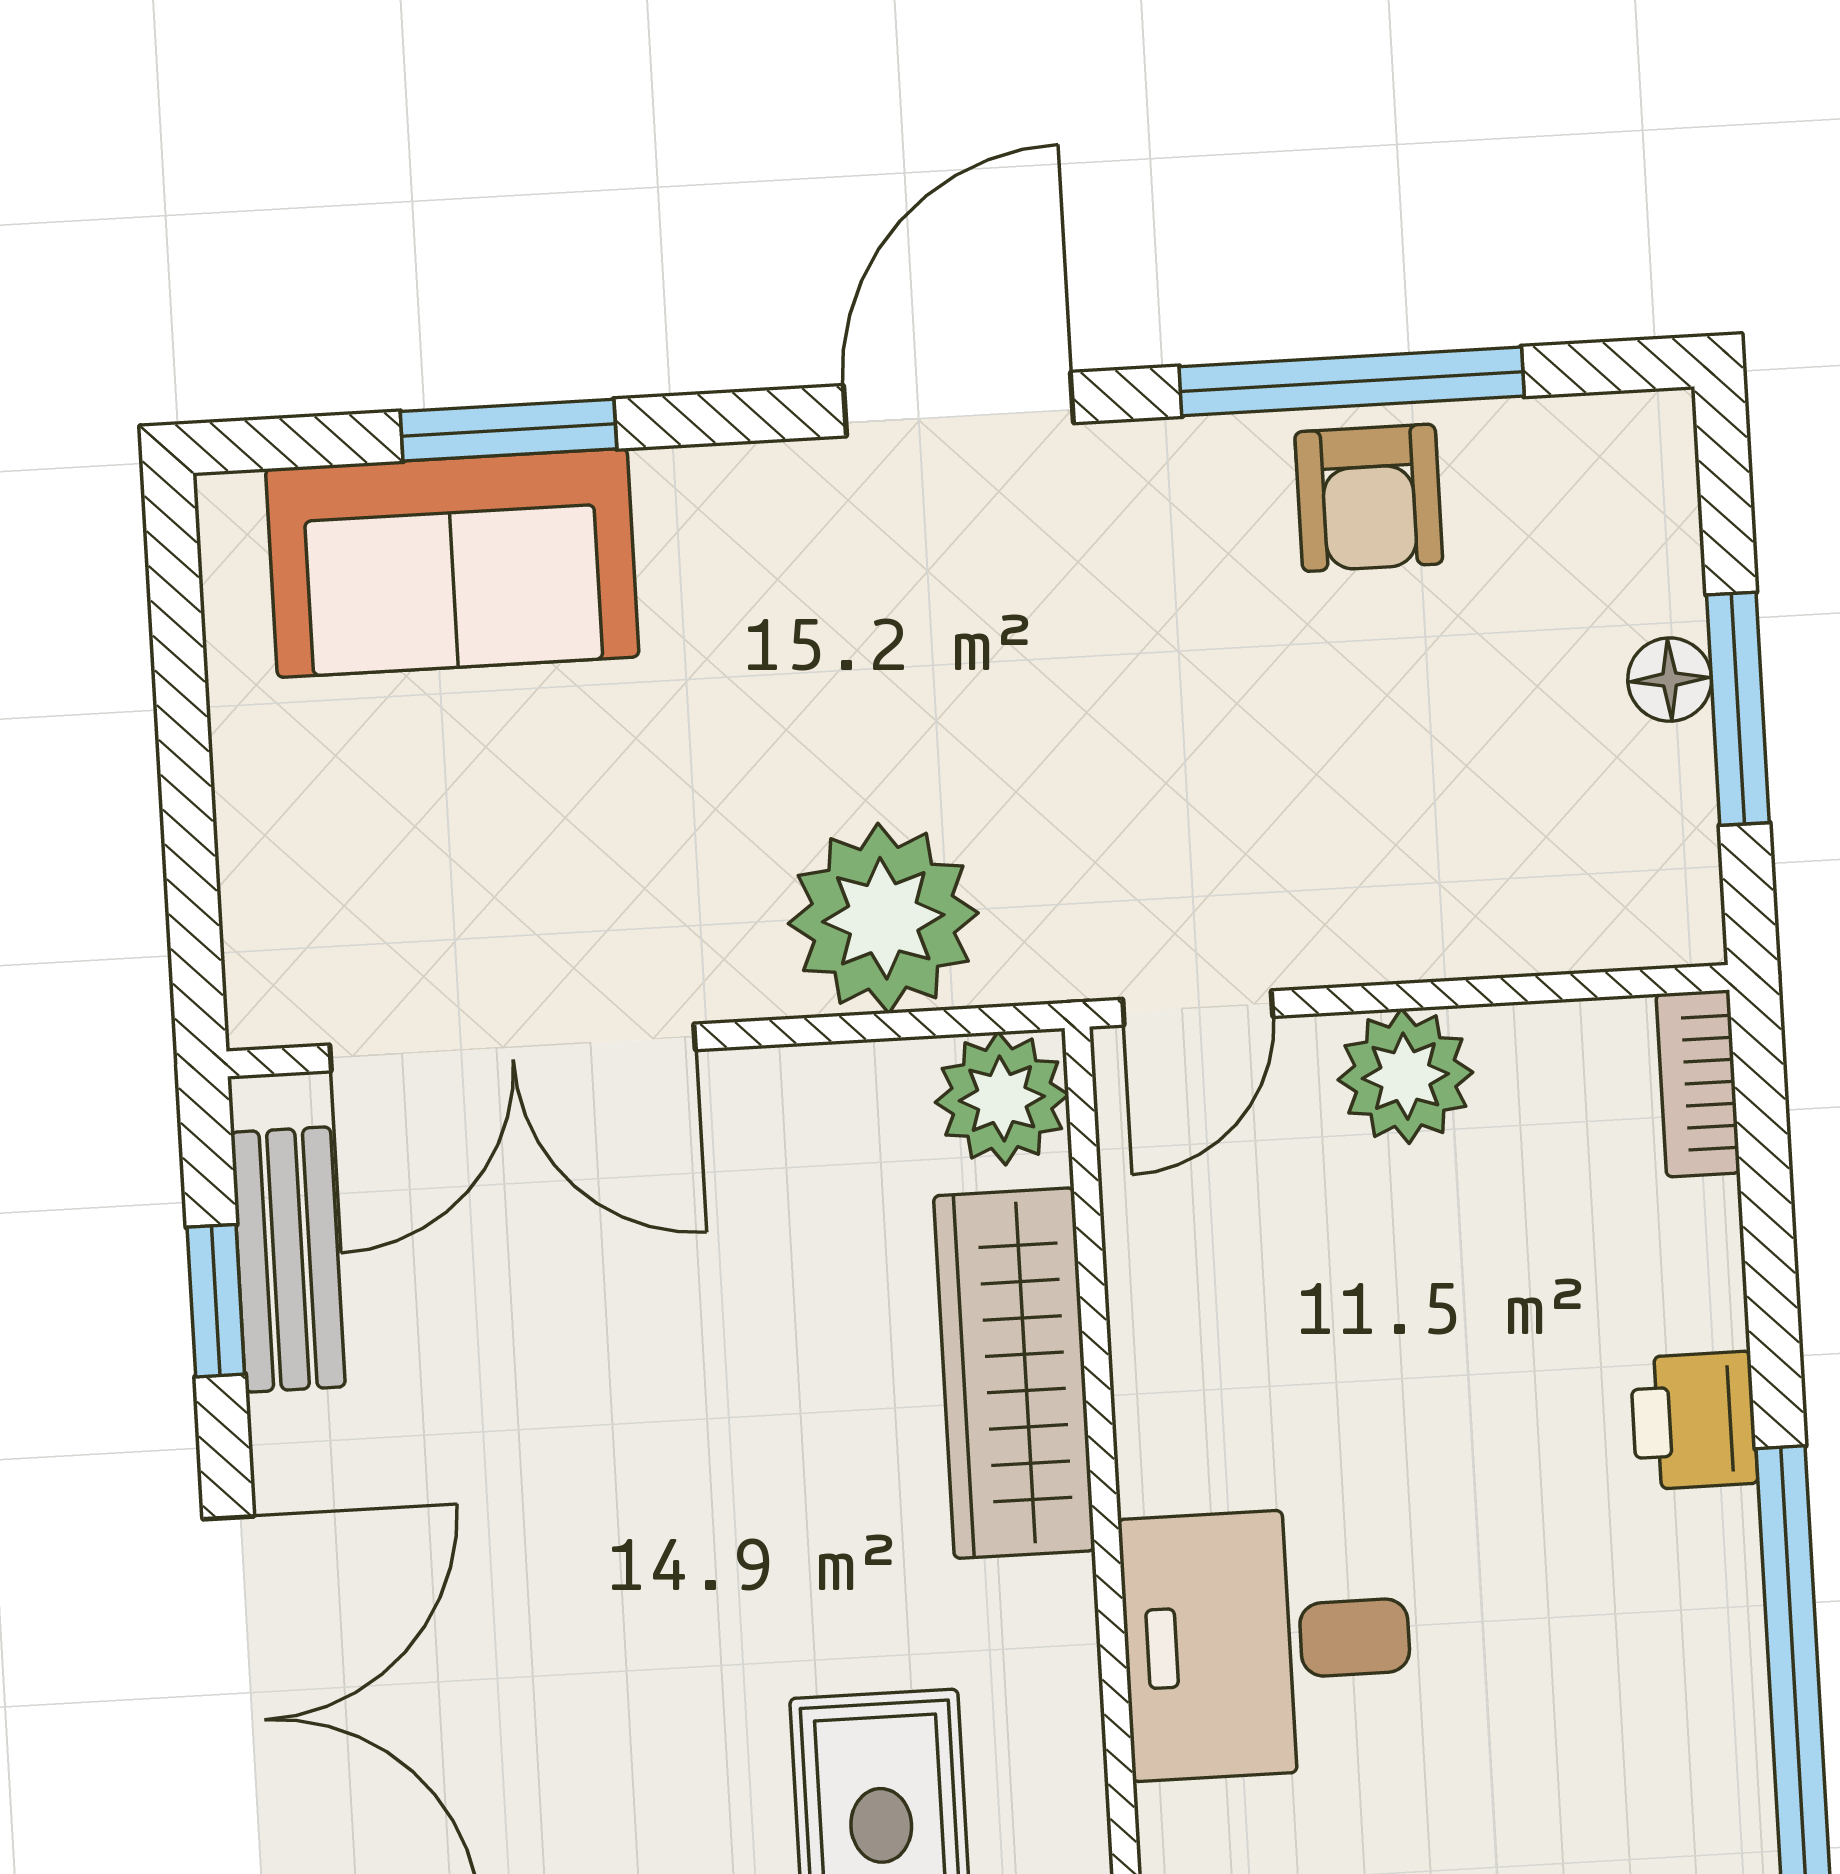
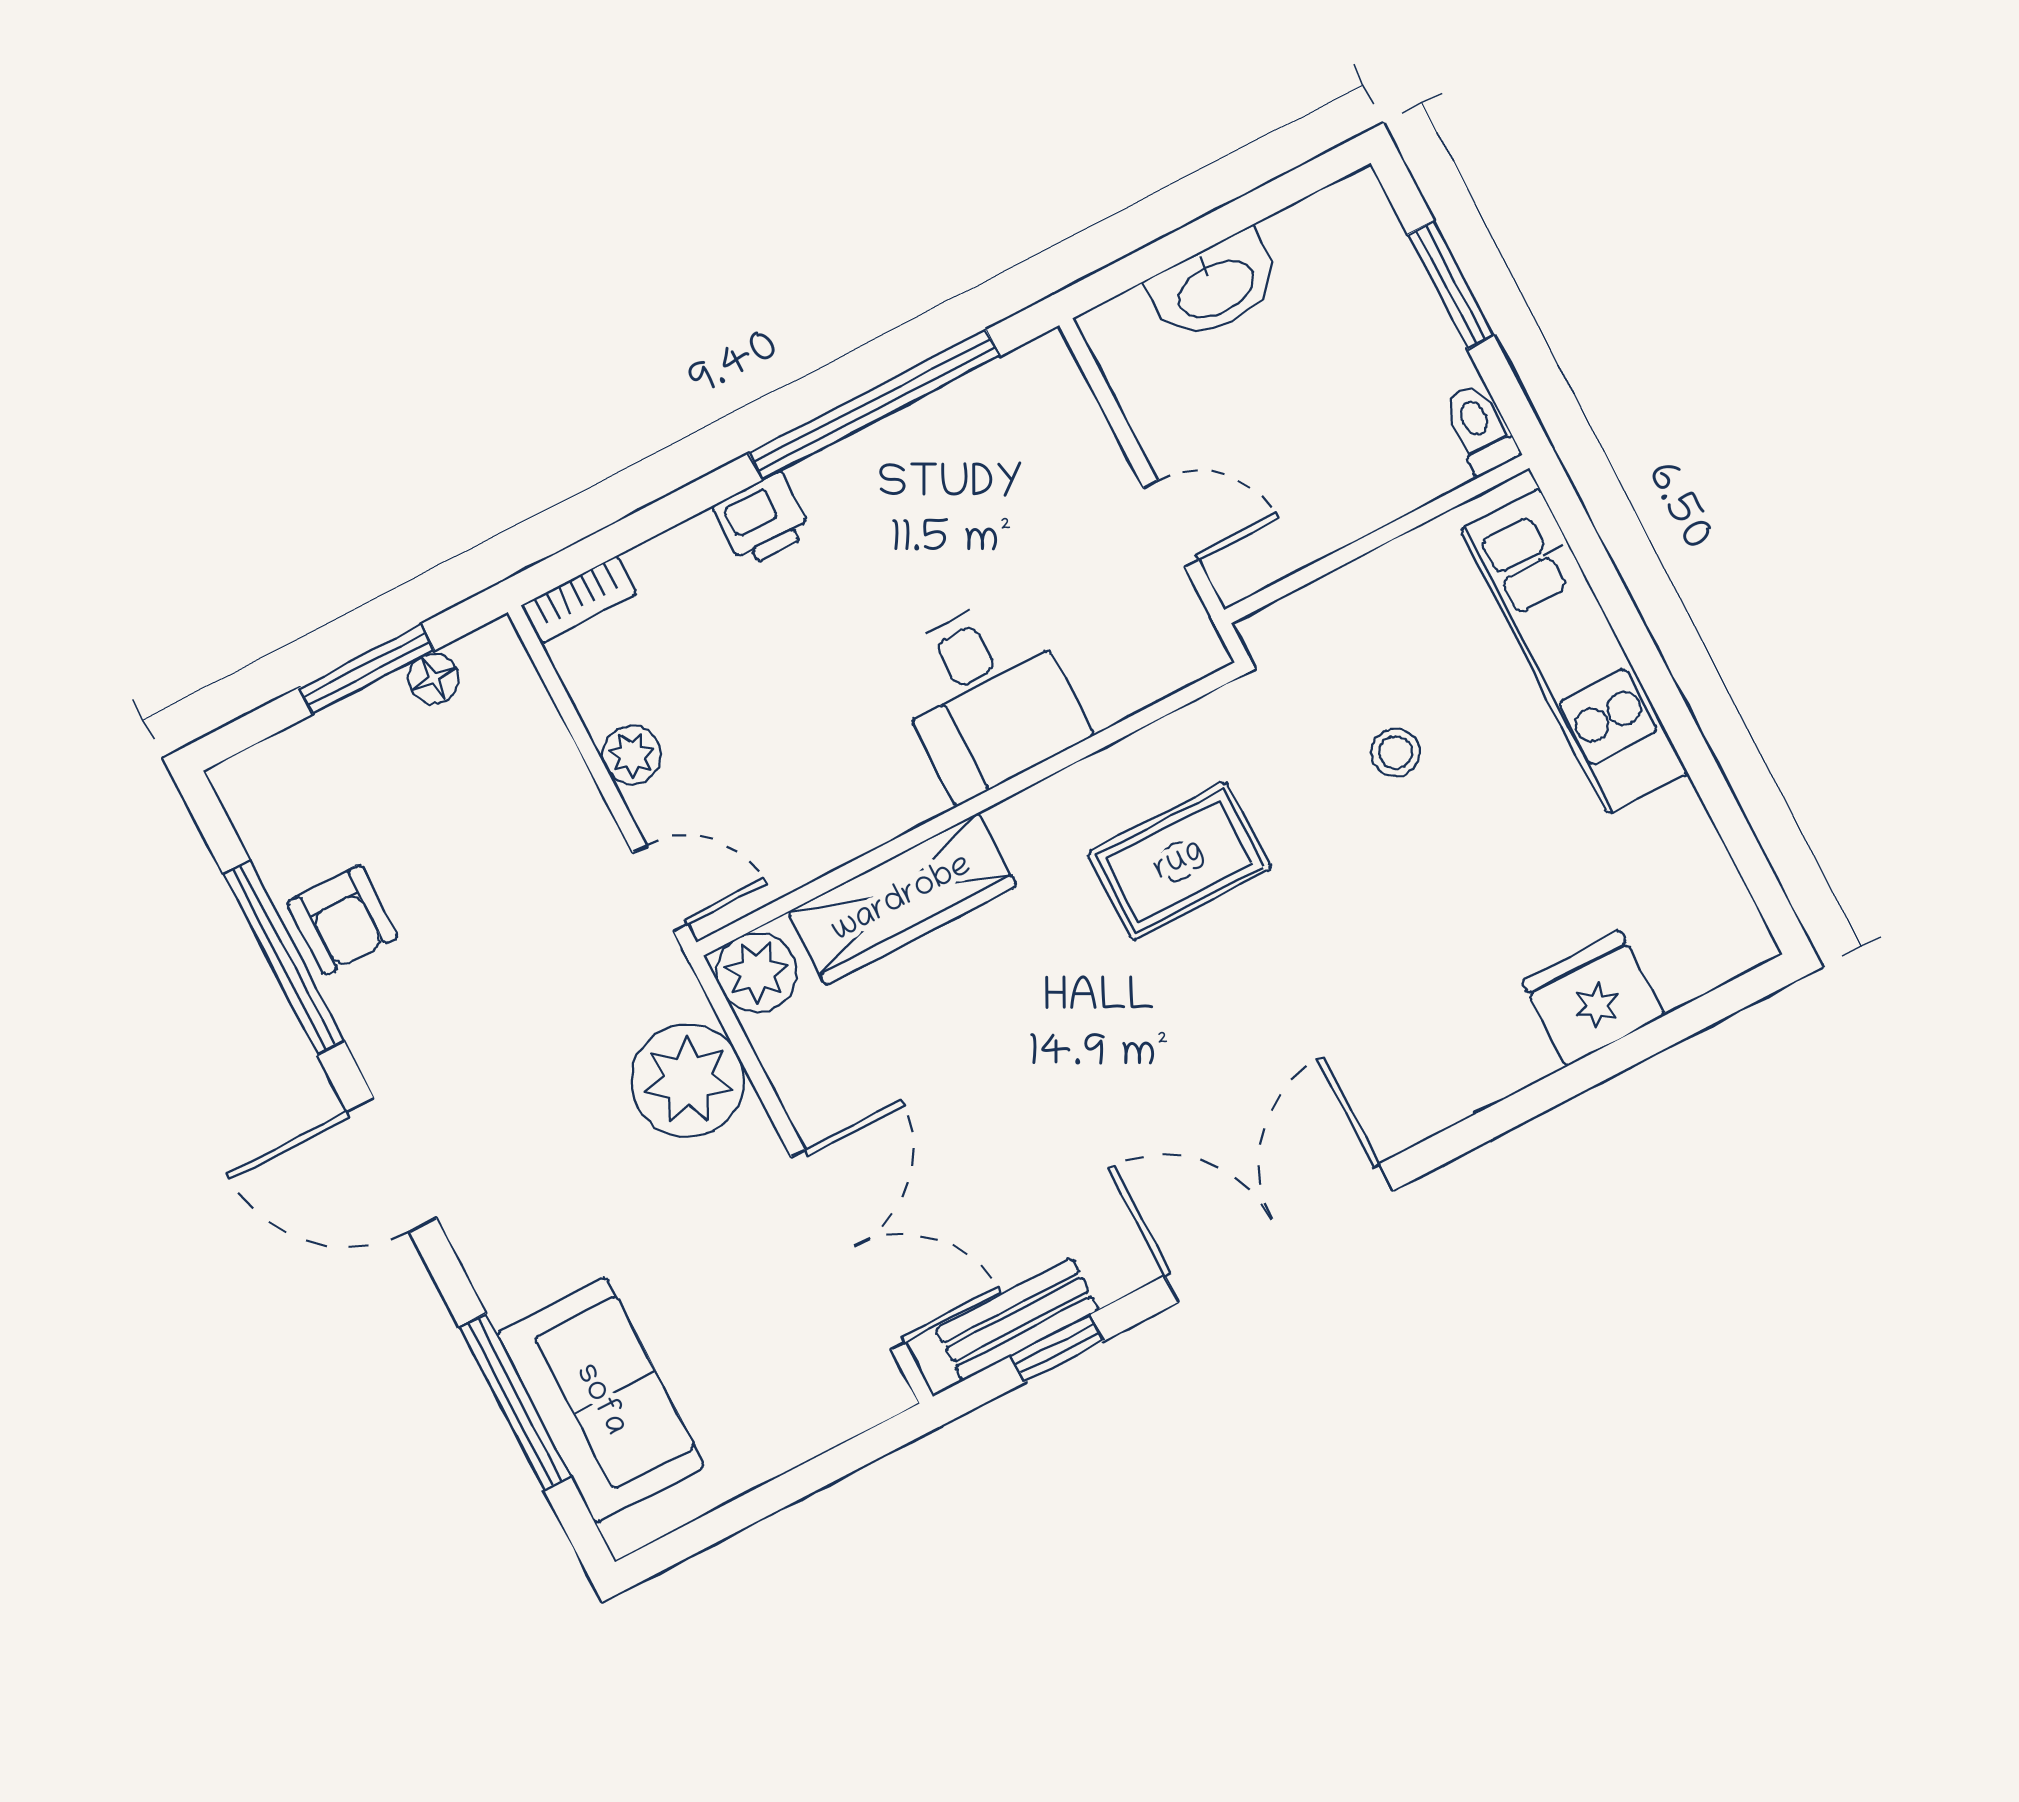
window: (508, 430) -> (515, 1402), width x1.44
armchair: (1369, 498) -> (342, 920), turned 90
floor lamp: (1670, 680) -> (434, 679), moved
plant: (1405, 1076) -> (632, 755), width x0.73, depth x0.73

